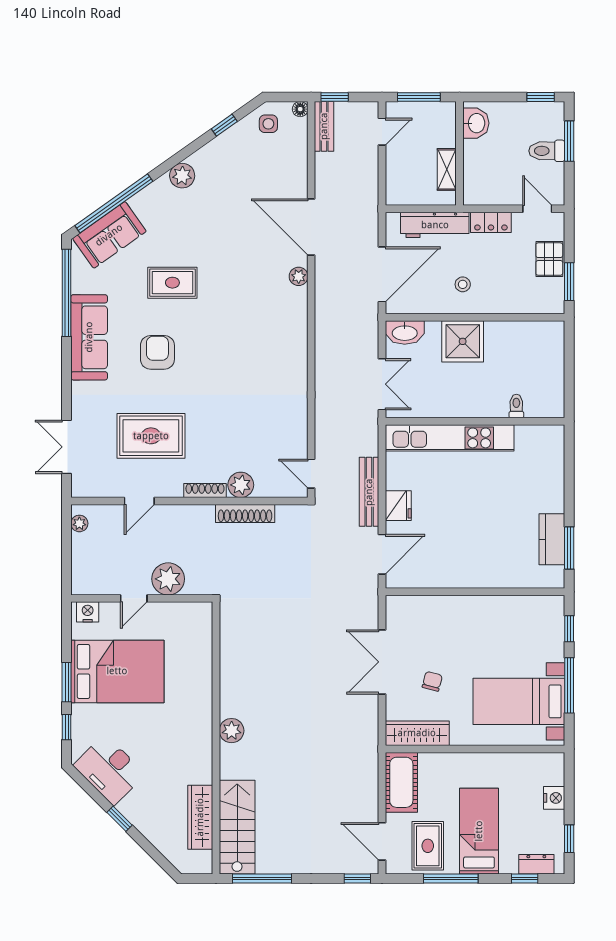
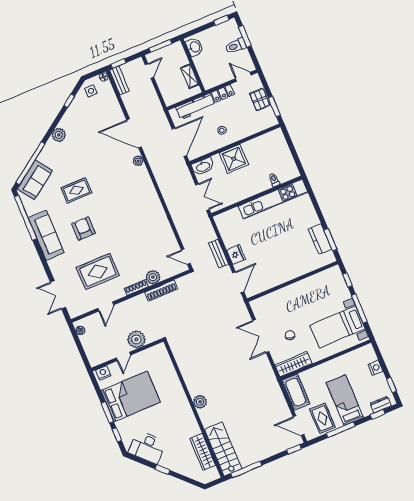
kitchen unit: (450, 438) -> (273, 199), moved
bench: (369, 492) -> (219, 254), width x0.73

